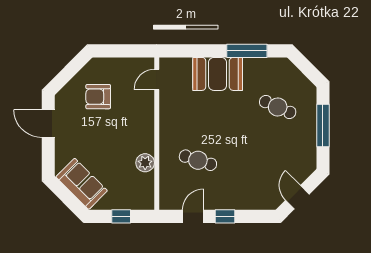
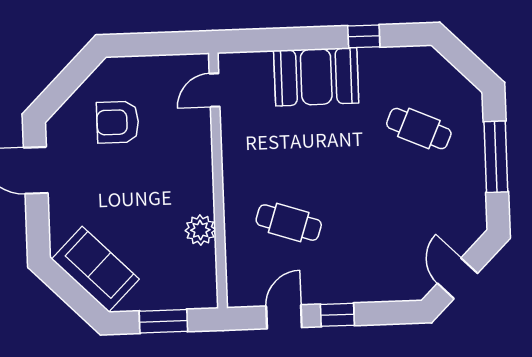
window: (247, 51) -> (364, 36), width x0.46
window: (121, 216) -> (163, 321), width x1.50

